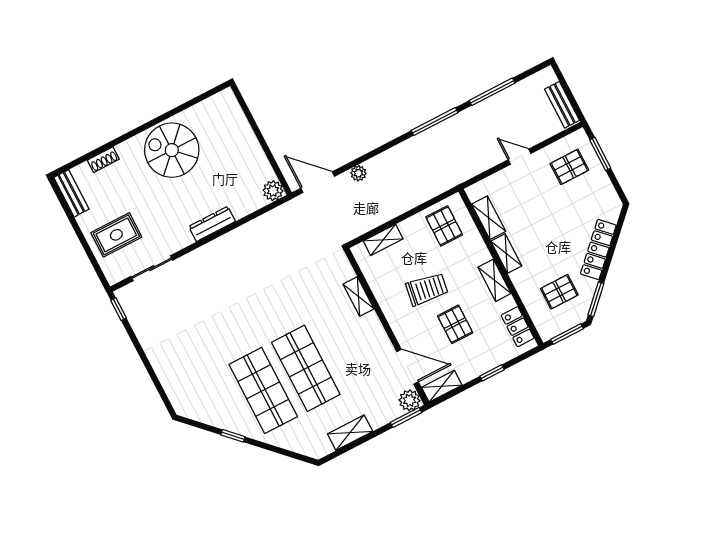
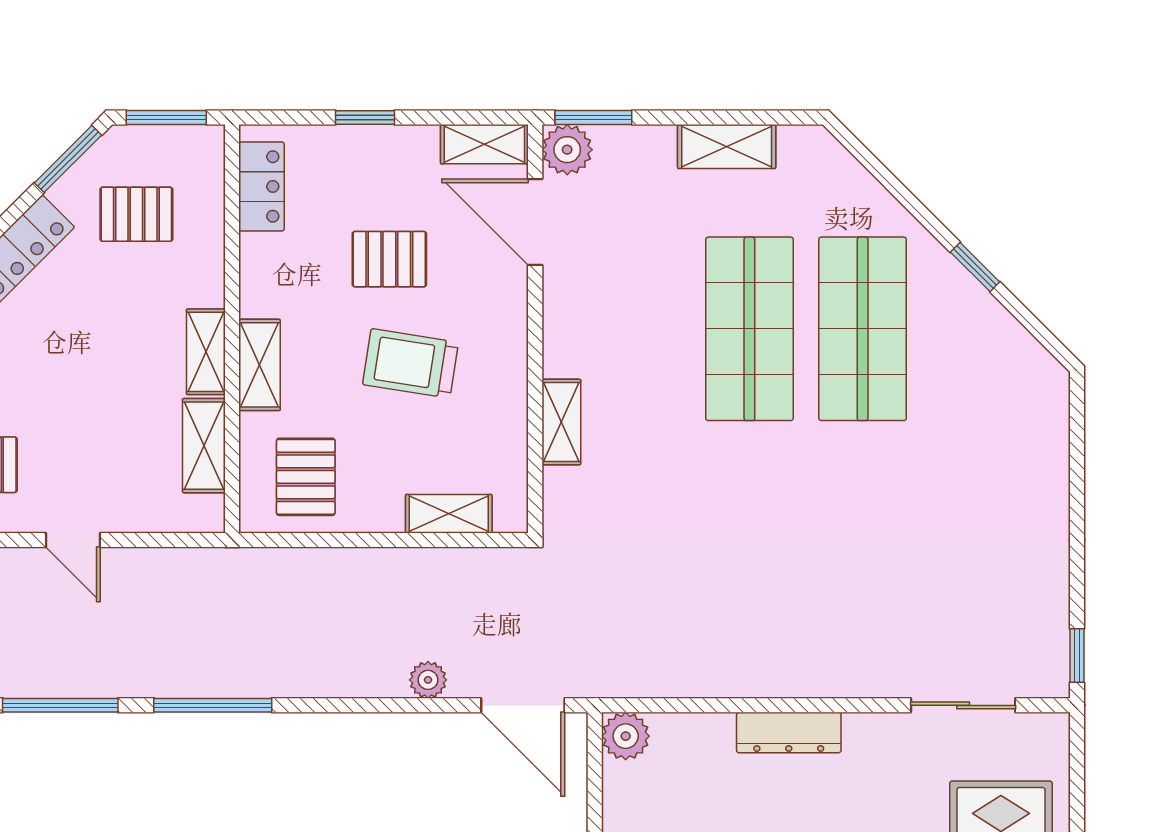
shelving: (494, 280) -> (260, 365), moved
pallet: (455, 324) -> (389, 259), turned 90

